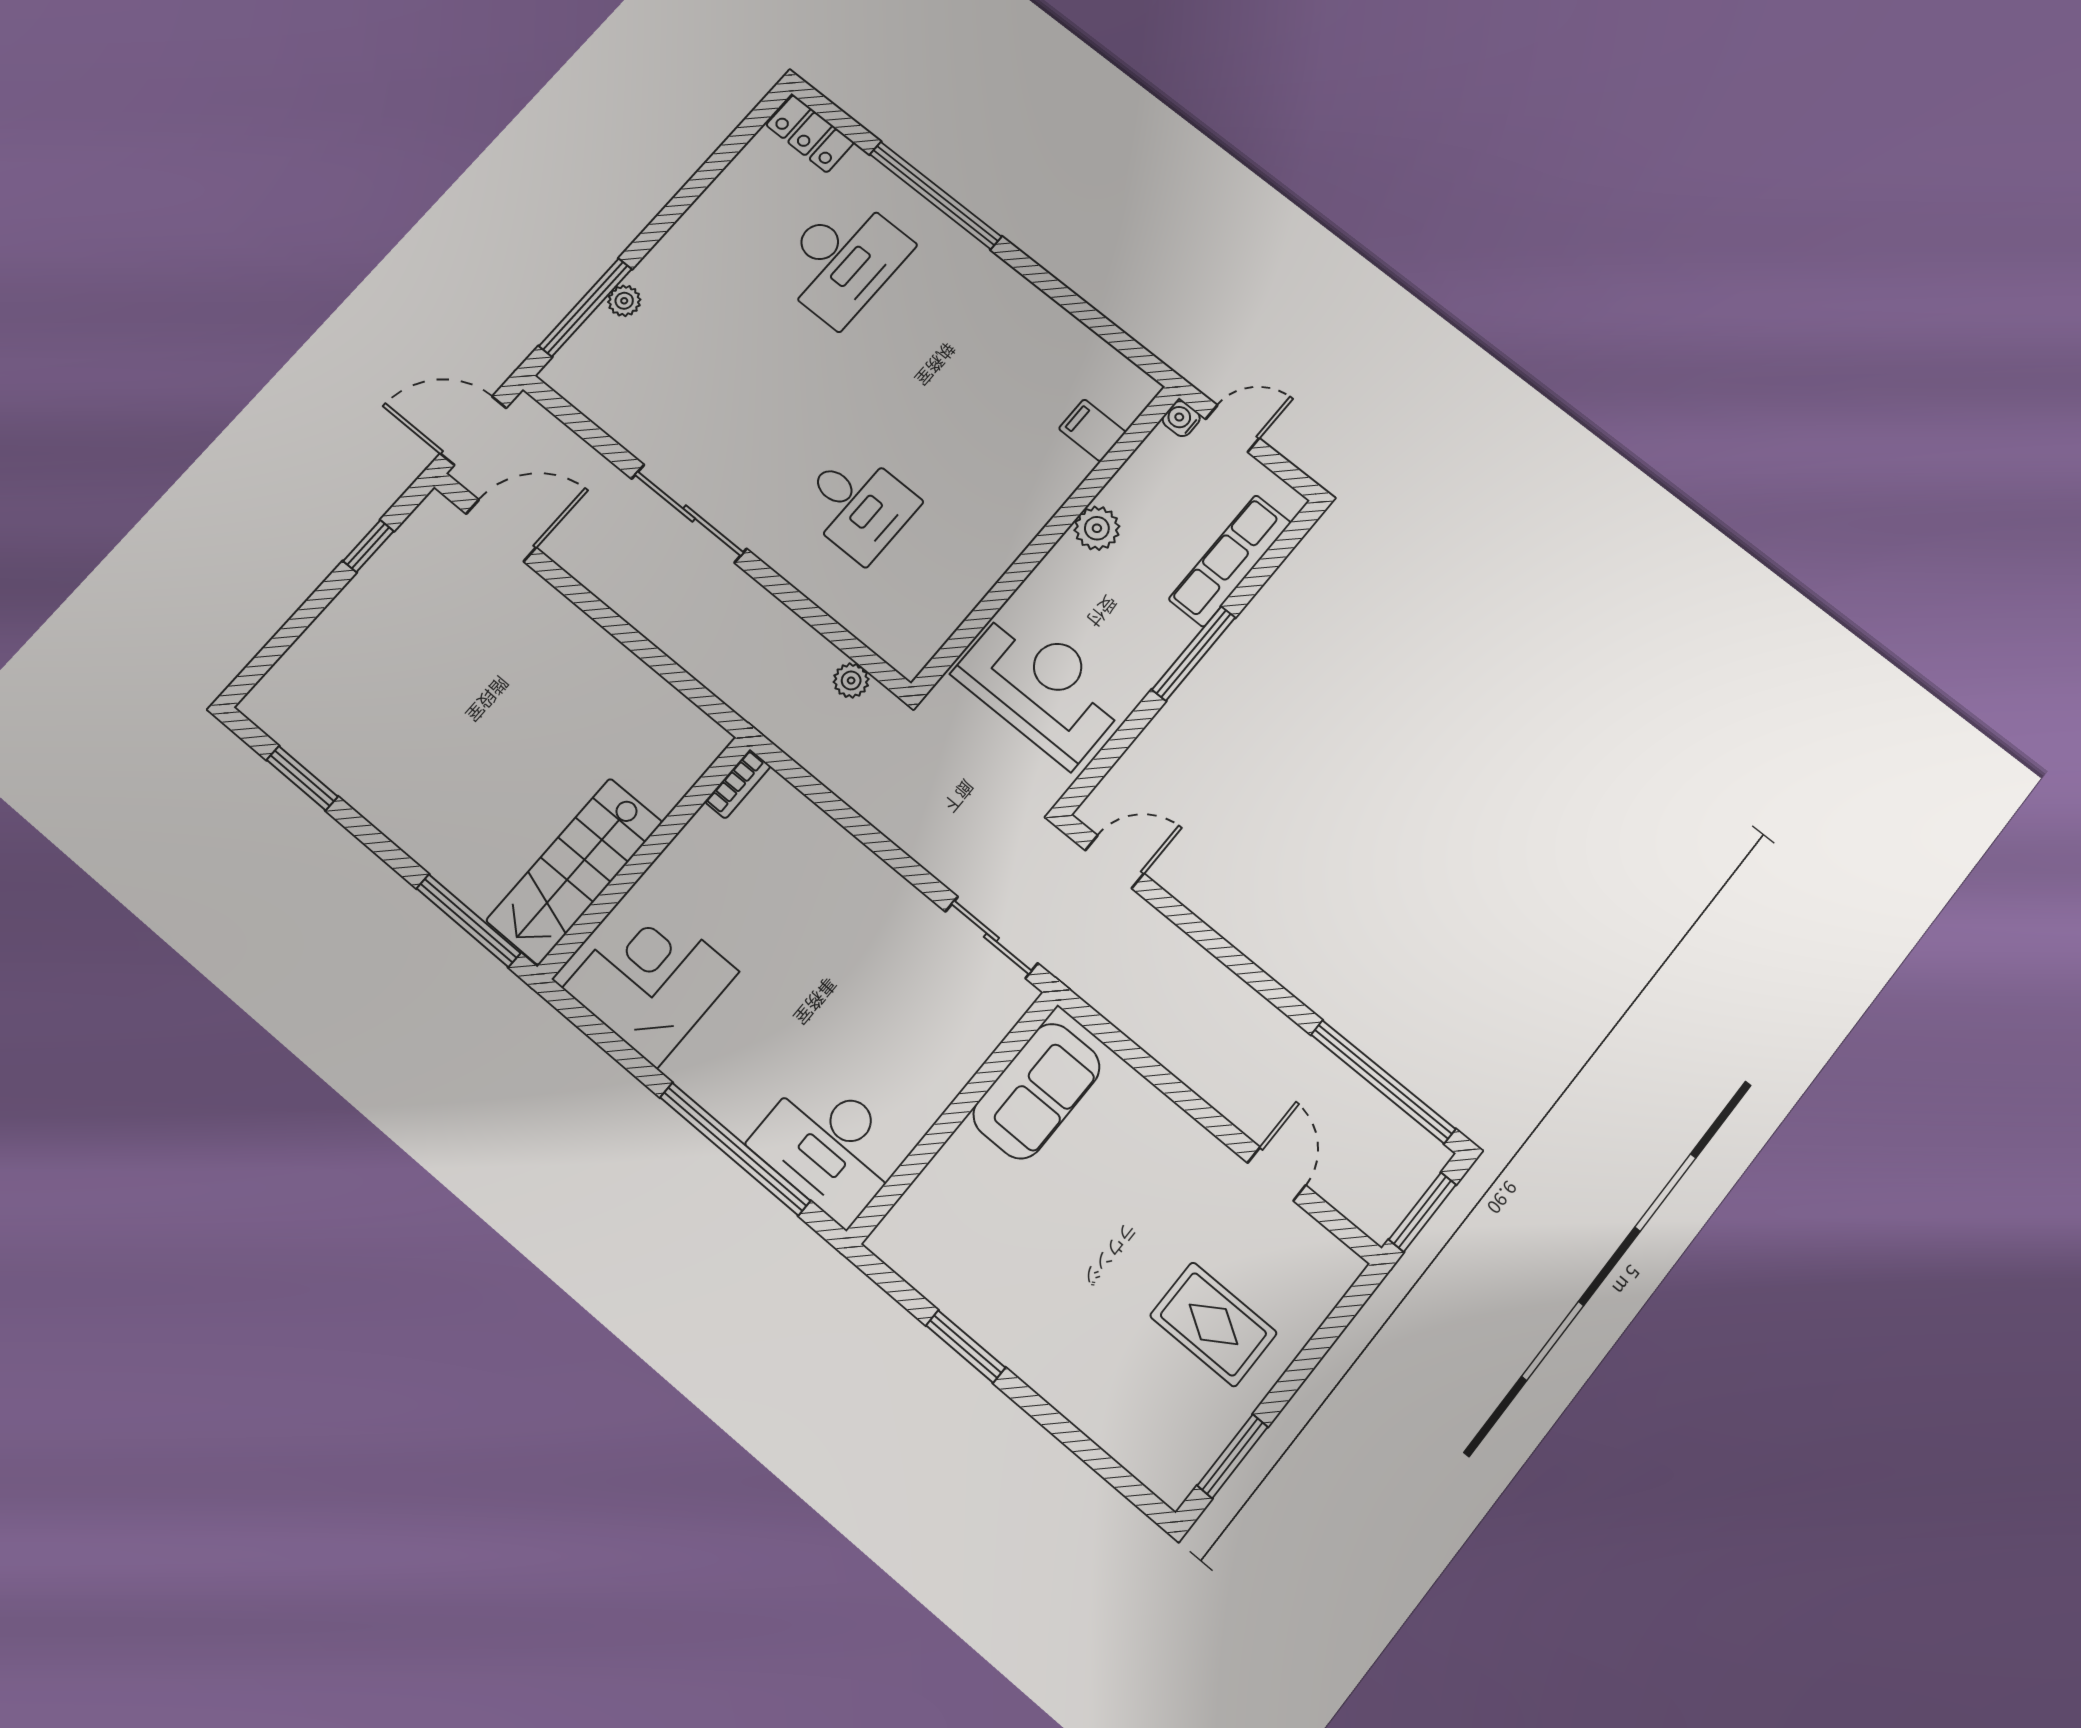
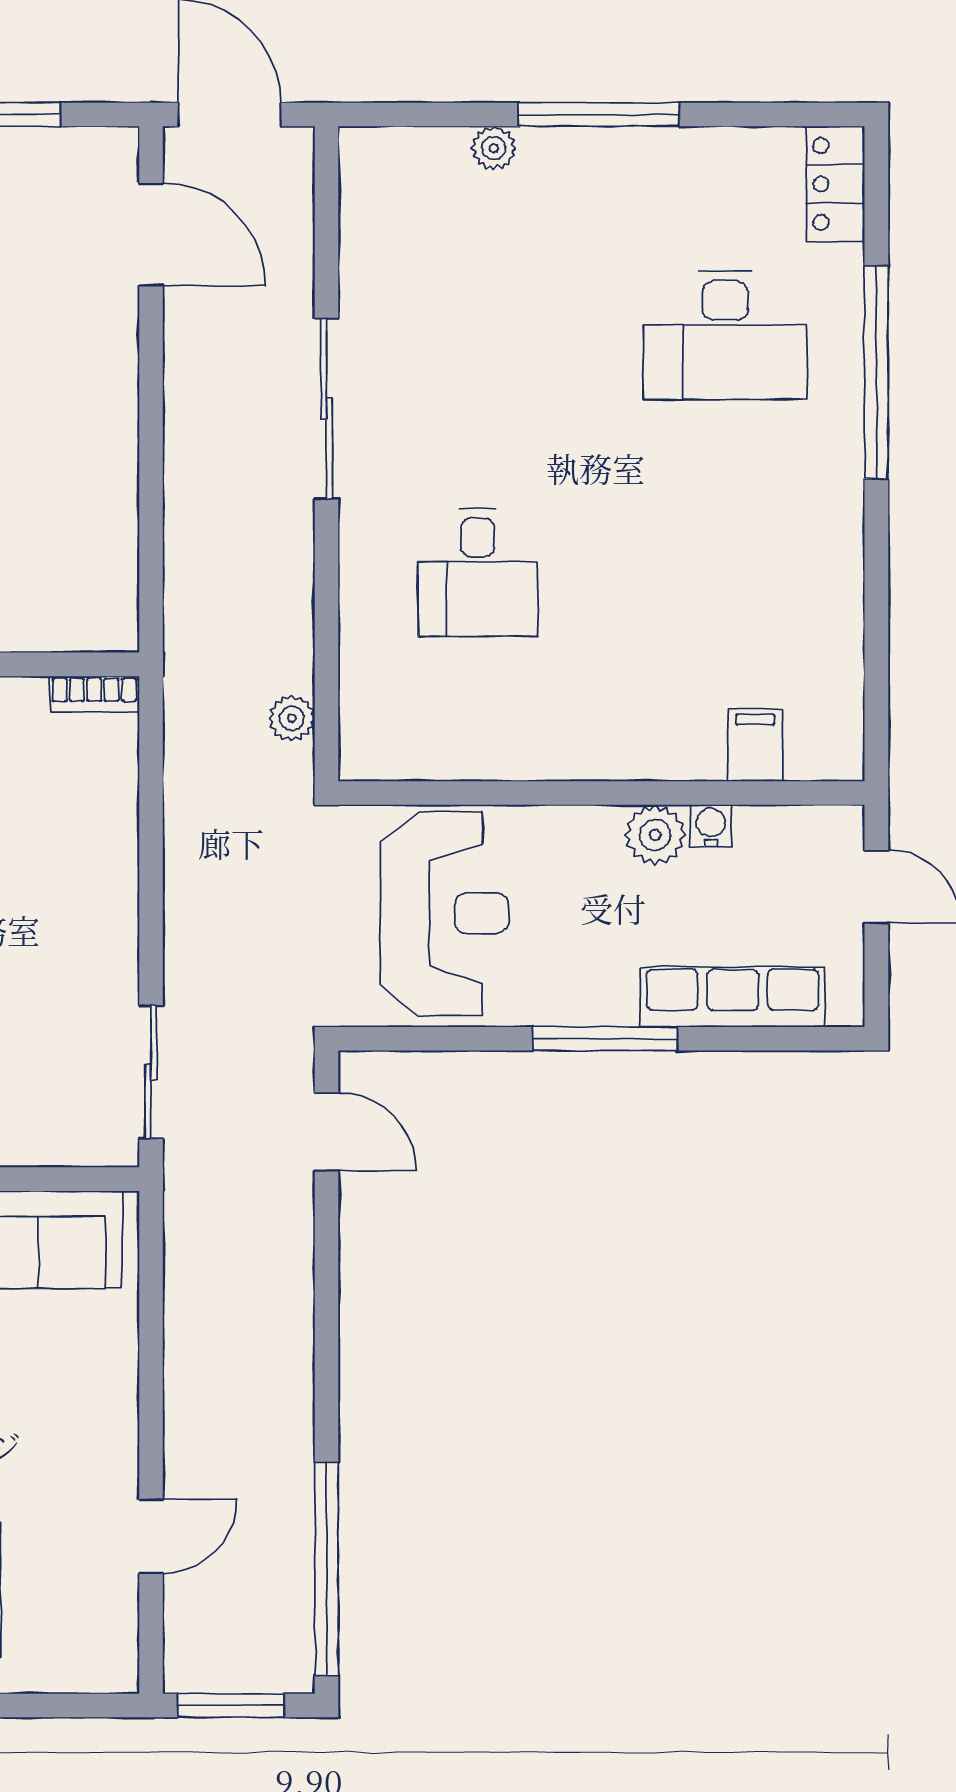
window: (585, 307) -> (599, 114), moved
water cooler: (1181, 419) -> (711, 826), moved

